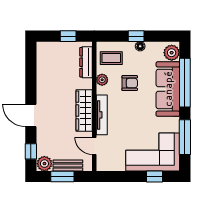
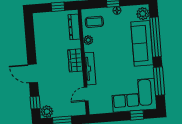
armchair: (130, 83) -> (111, 41), removed
wardrobe: (84, 111) -> (75, 60), width x0.67
door: (94, 146) -> (86, 94), hinge flipped
bench: (68, 165) -> (66, 112), removed

